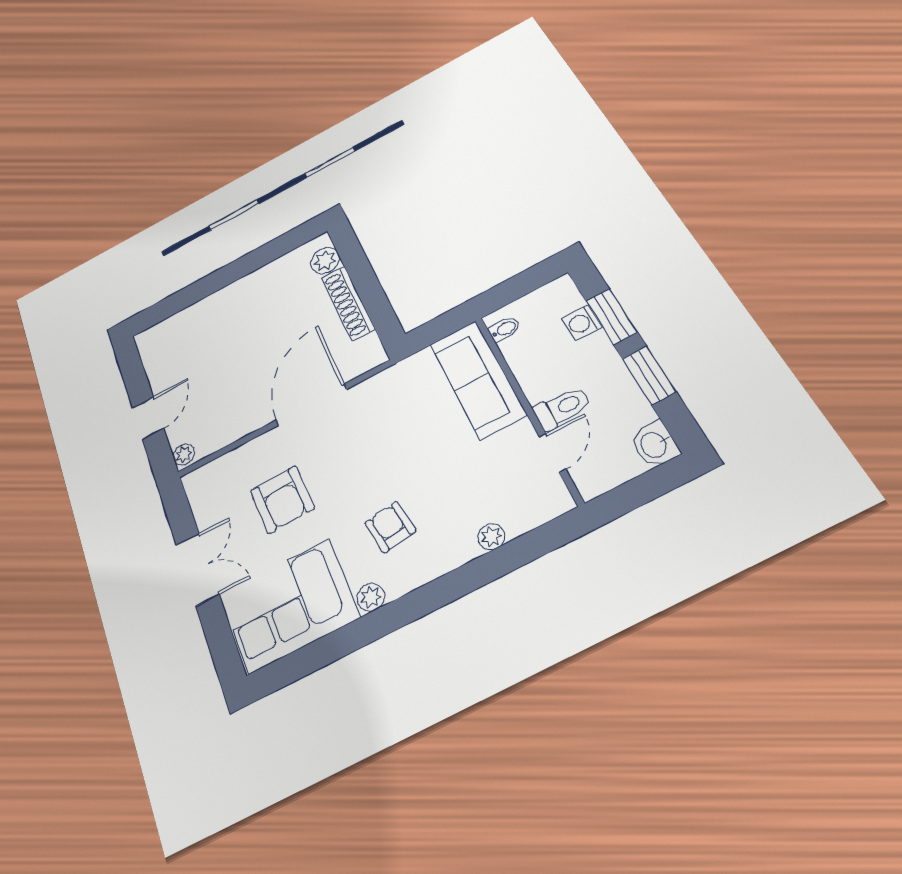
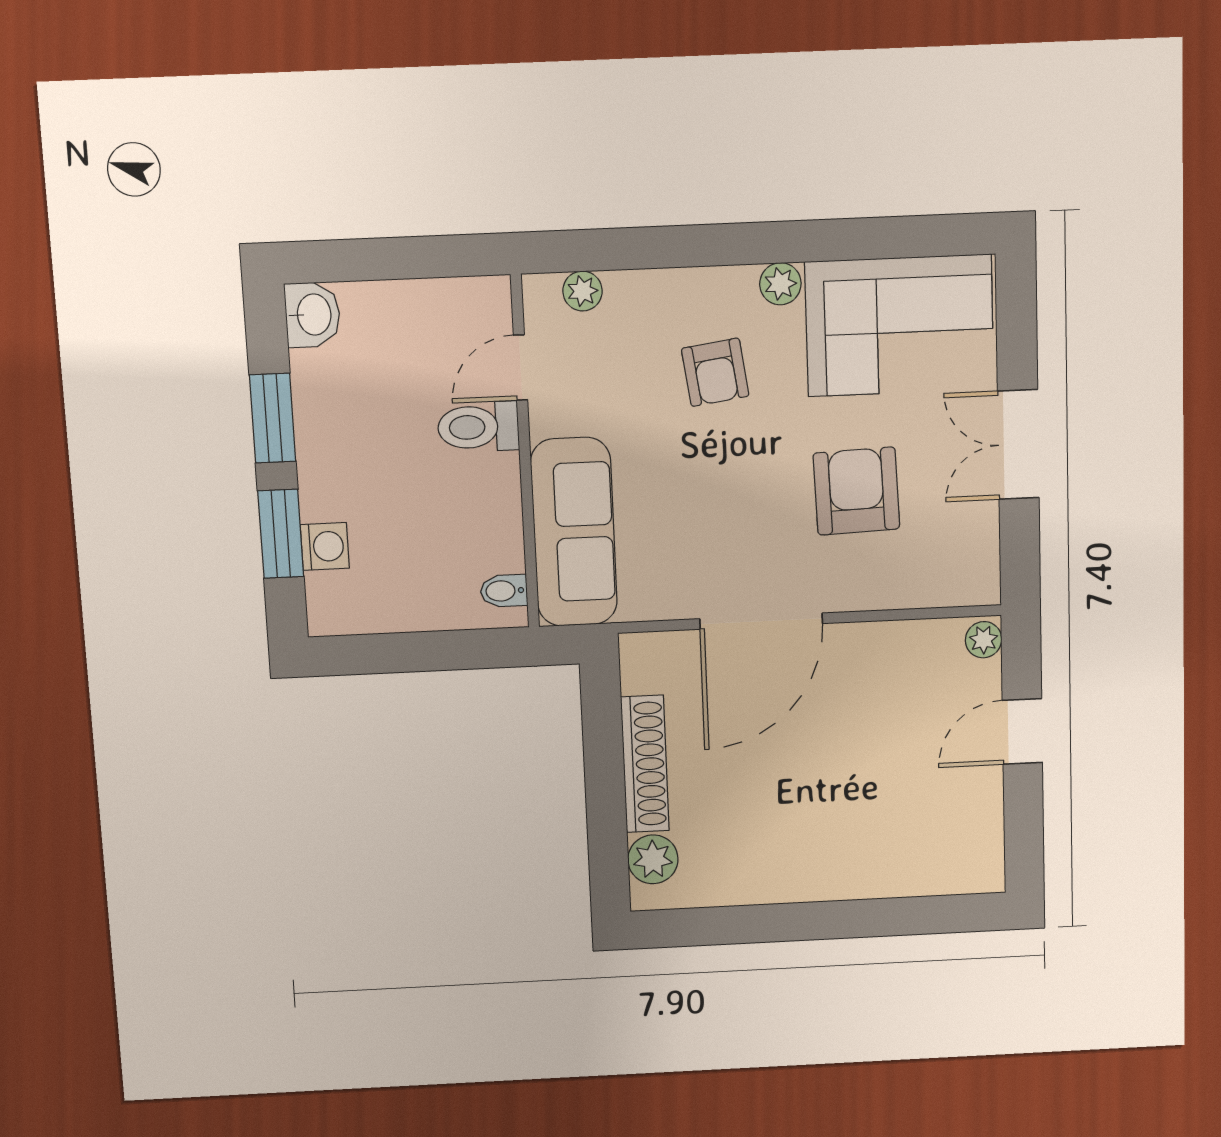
bidet: (505, 329) -> (504, 591), moved
sofa: (478, 379) -> (574, 532), moved
wall: (527, 407) -> (525, 453), moved
toilet: (562, 408) -> (478, 427), moved
door: (552, 453) -> (520, 368), moved

